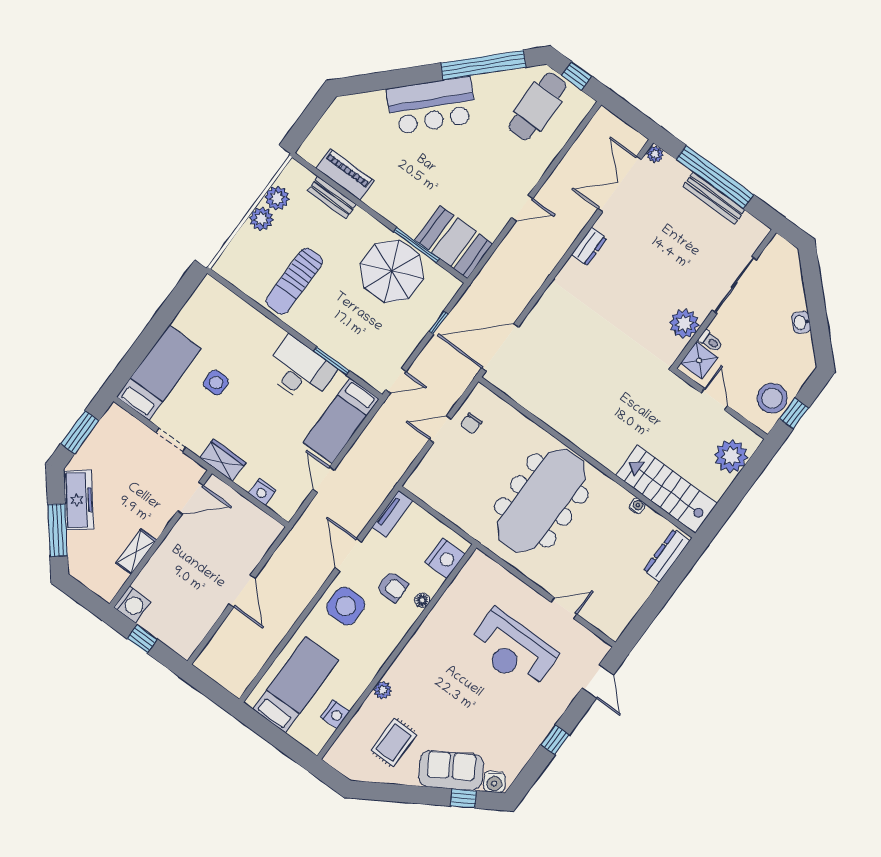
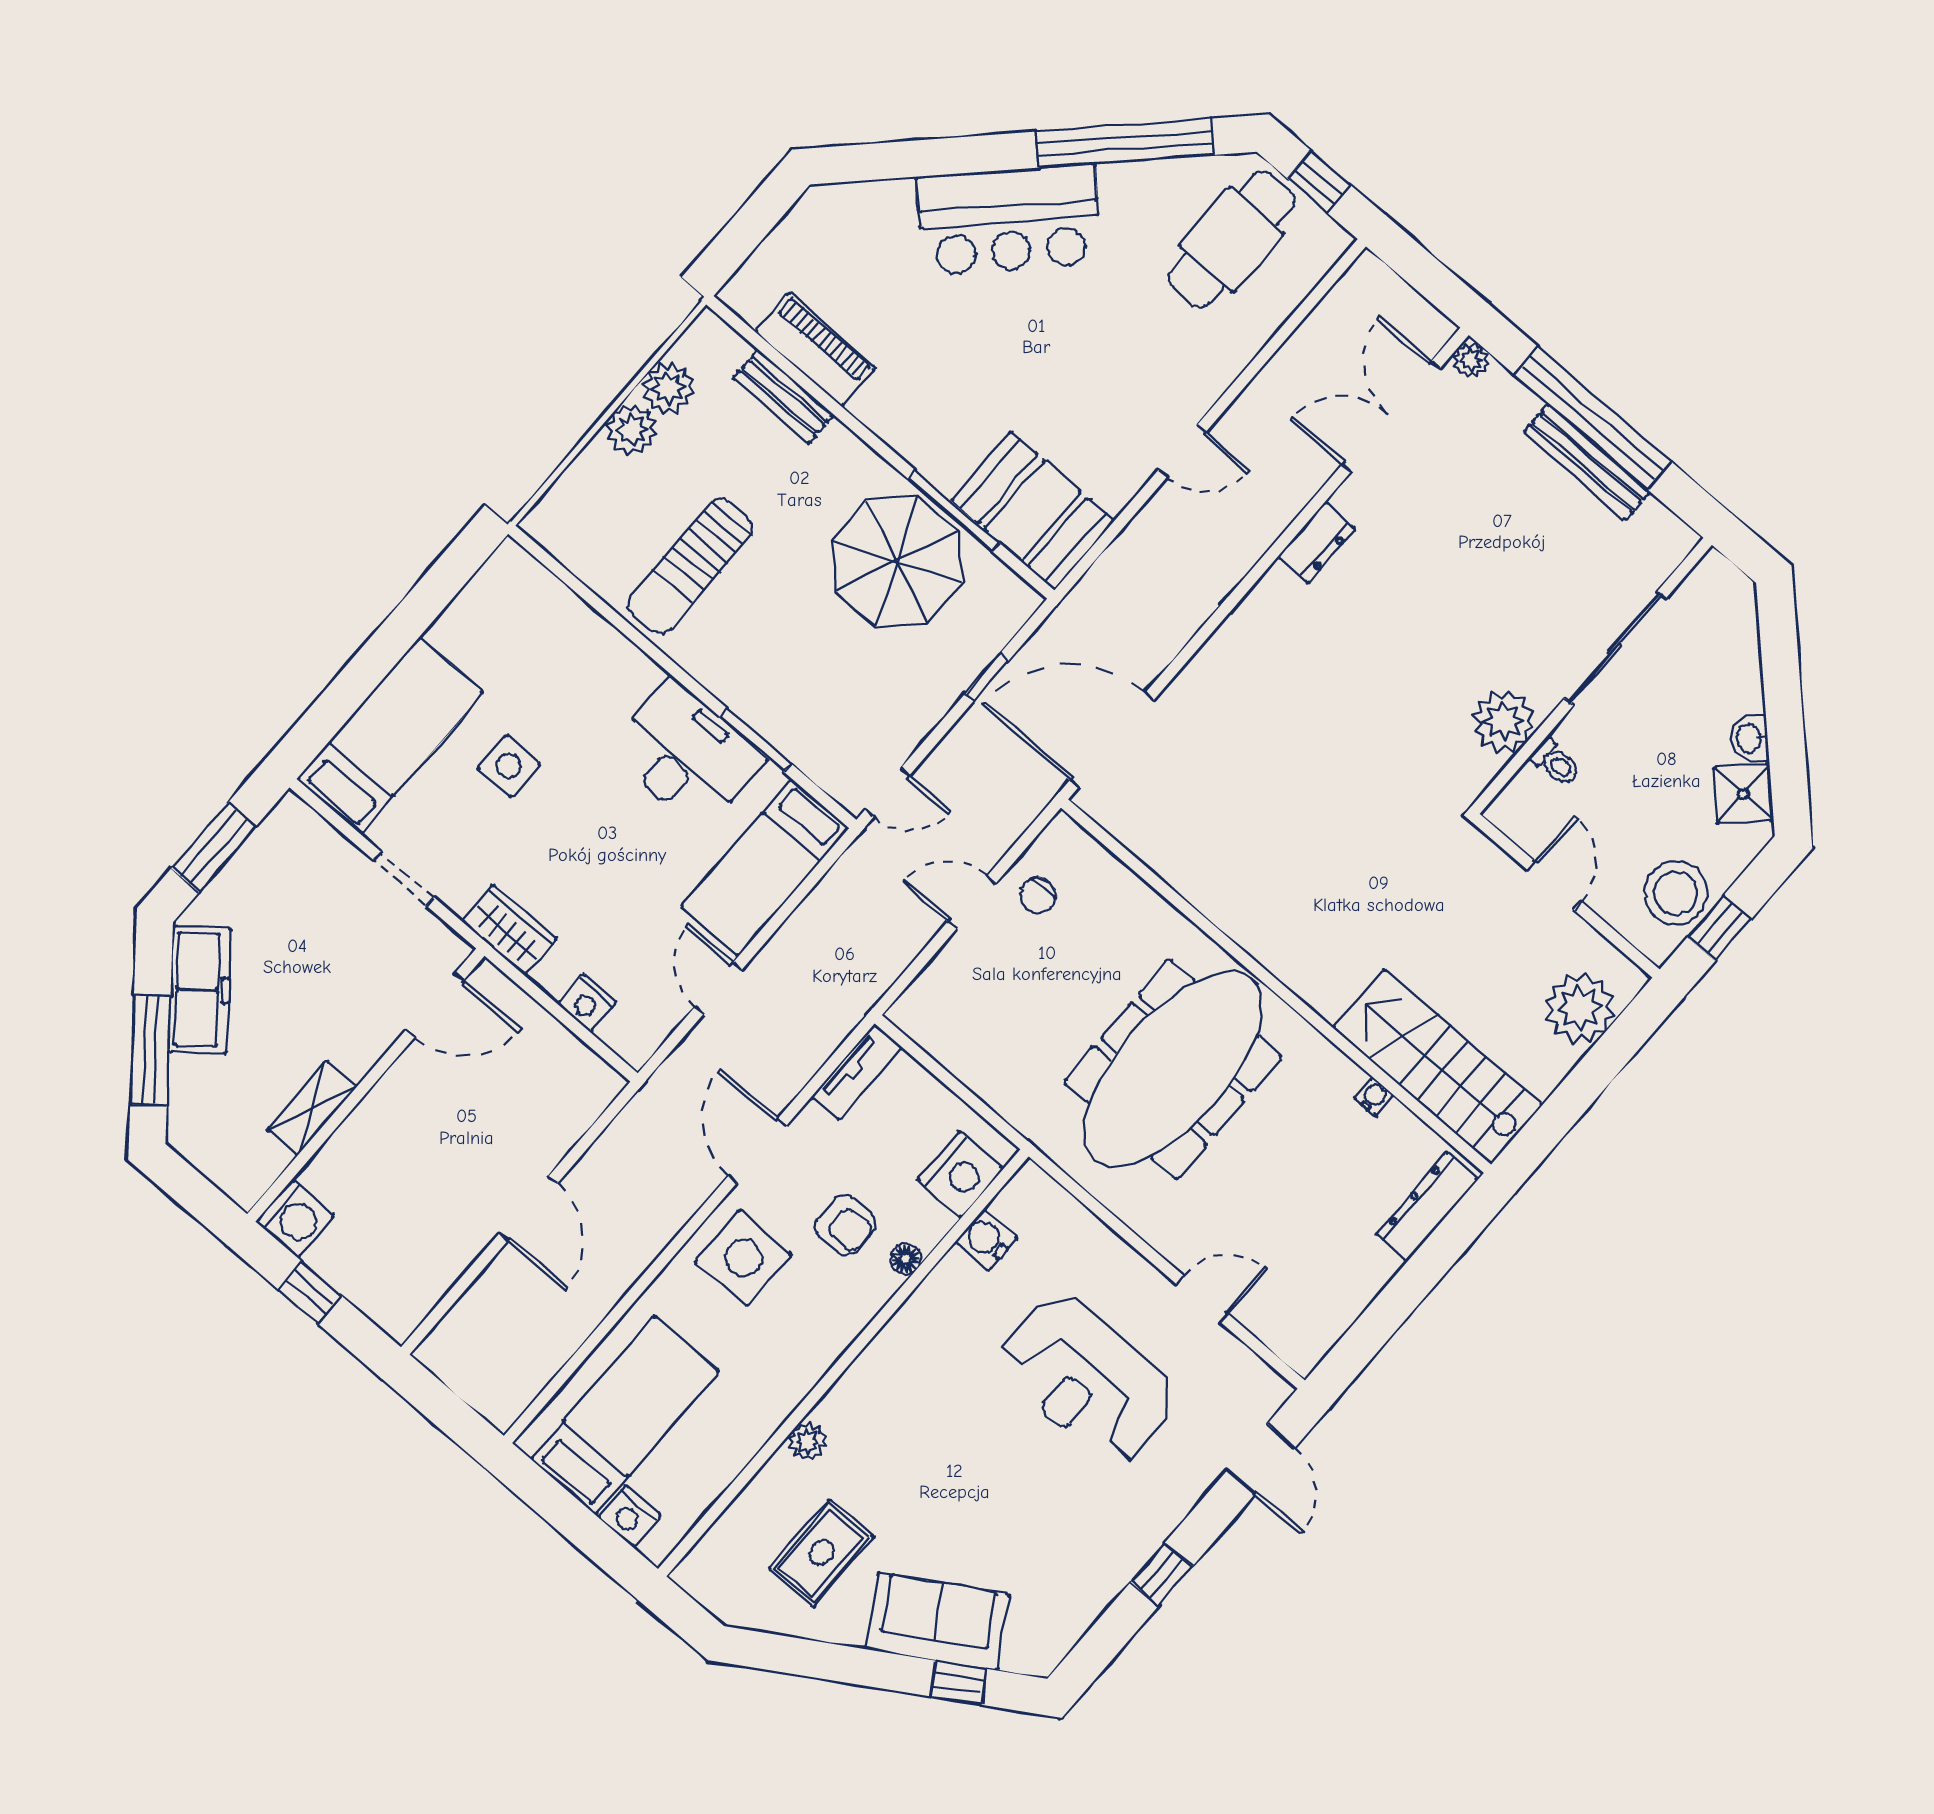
shower: (699, 360) -> (1743, 793), moved, turned 45
nightstand: (335, 714) -> (629, 1516), moved, turned 90
water cooler: (494, 782) -> (987, 1239), moved, turned 122

